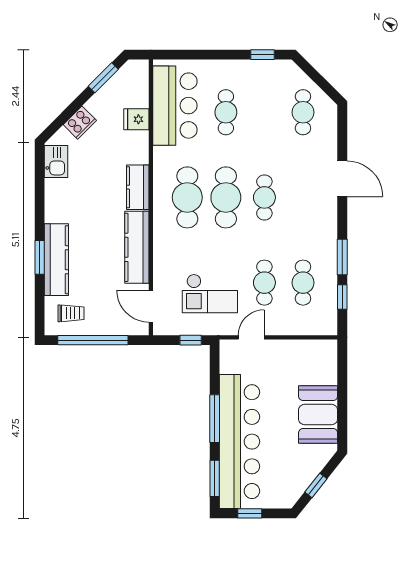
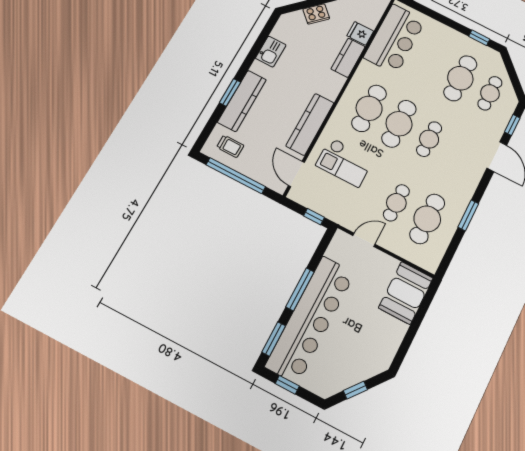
cafe table: (226, 112) -> (460, 78), moved, width x1.37, depth x1.35
kitchen sink: (56, 161) -> (271, 52), moved
kitchen counter: (138, 187) -> (348, 58), moved
cafe table: (303, 283) -> (427, 219), width x1.37, depth x1.35
checkout: (210, 293) -> (345, 162), moved
window: (342, 297) -> (512, 125), moved
booth: (318, 415) -> (406, 293), moved

